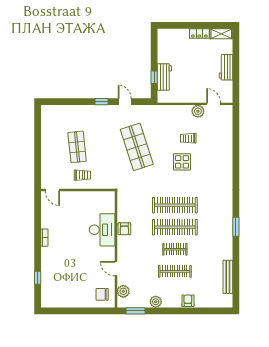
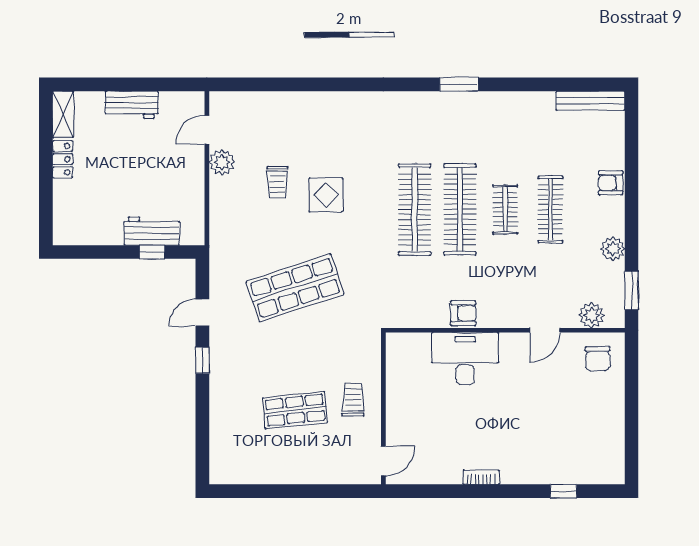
bench: (228, 277) -> (590, 101), moved

